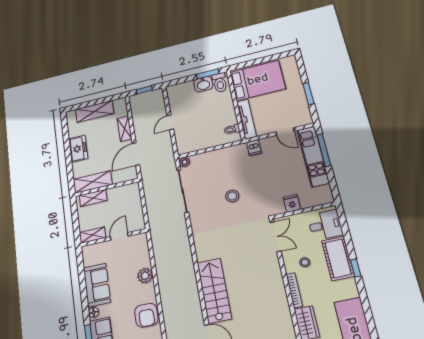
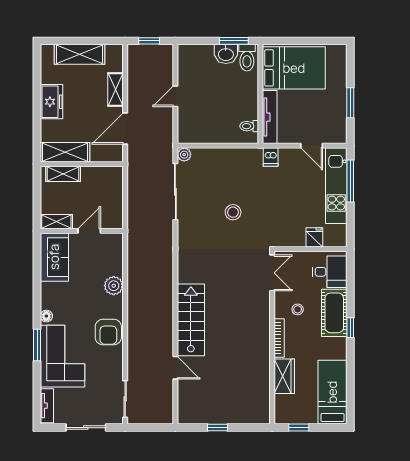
fridge: (292, 203) -> (314, 237), moved
sofa: (97, 285) -> (54, 257), moved

